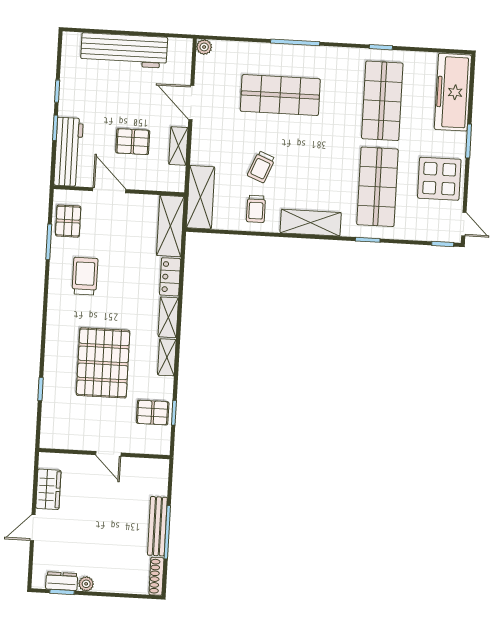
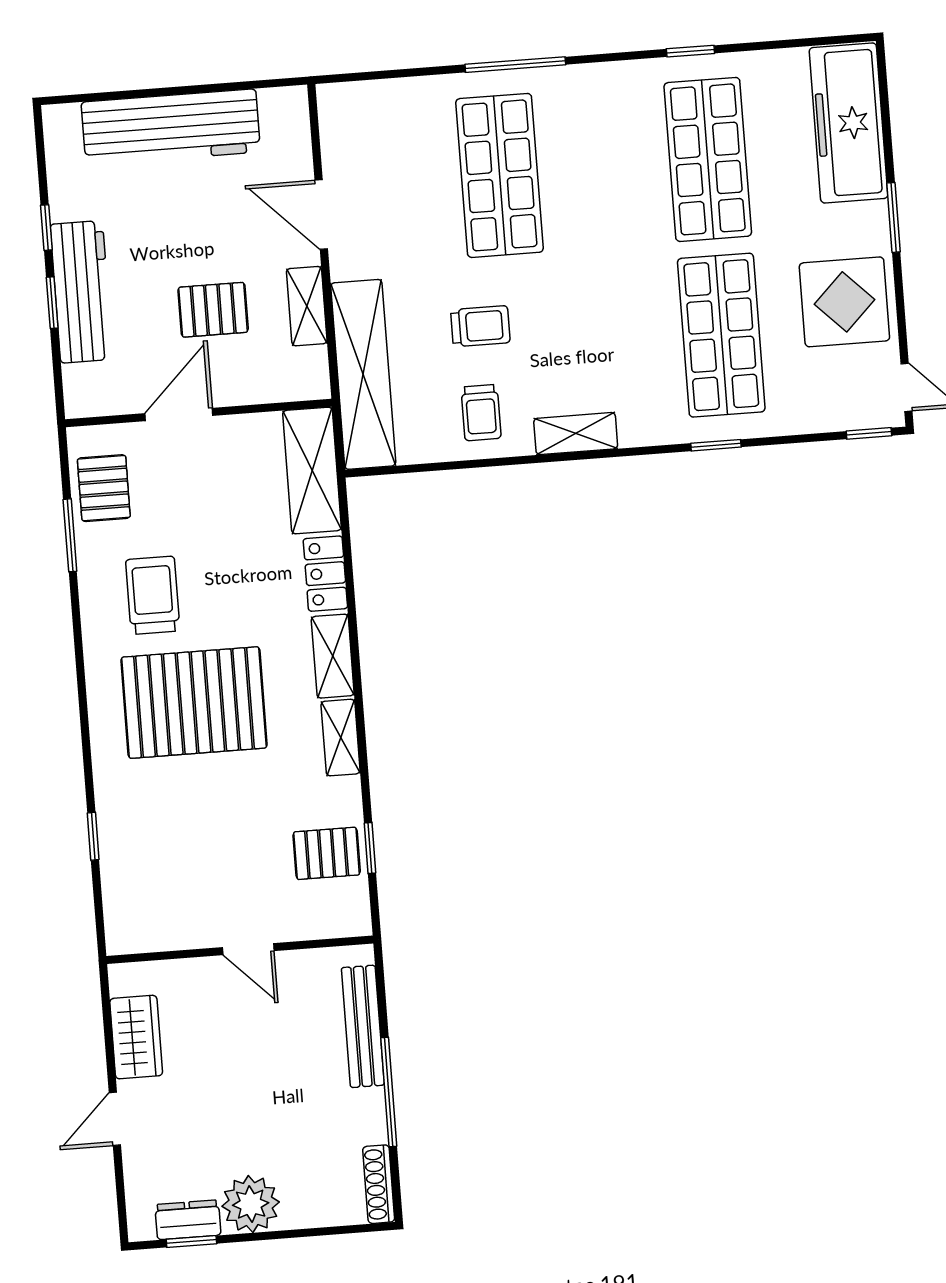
plant: (204, 47) -> (332, 99), removed
shop shelf: (280, 95) -> (500, 175), turned 90
workbench: (69, 152) -> (82, 292), moved
trolley: (261, 167) -> (480, 326), turned -112
door: (109, 190) -> (179, 414), hinge flipped
shelving: (200, 197) -> (363, 374), width x1.47
shelving: (311, 223) -> (576, 434), width x0.67, depth x0.75
pallet: (103, 363) -> (194, 703), moved, turned 90
bench: (157, 526) -> (363, 1026), moved
plant: (86, 584) -> (251, 1204), width x1.88, depth x1.88

